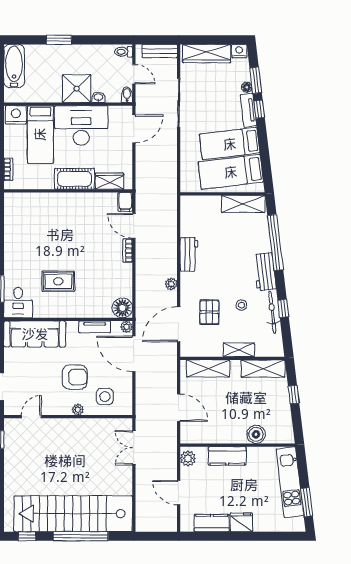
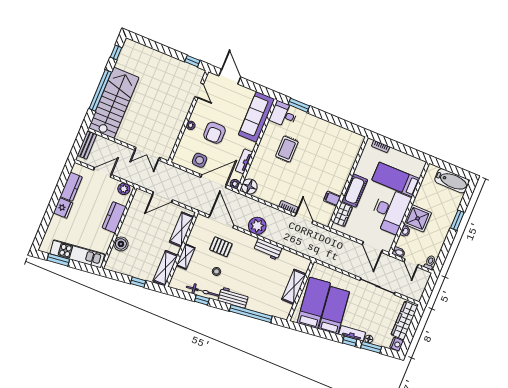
bench: (160, 51) -> (87, 145), moved
door: (134, 74) -> (411, 263), hinge flipped
nightstand: (16, 115) -> (417, 168), removed
filing cabinet: (125, 202) -> (332, 199), moved
shelving: (243, 204) -> (294, 287), moved
door: (134, 226) -> (304, 219), hinge flipped
plant: (171, 284) -> (257, 226), width x1.88, depth x1.88
side table: (105, 397) -> (200, 160), moved
double door: (134, 448) -> (147, 154), swing flipped
stairs: (73, 514) -> (114, 103), width x0.73

